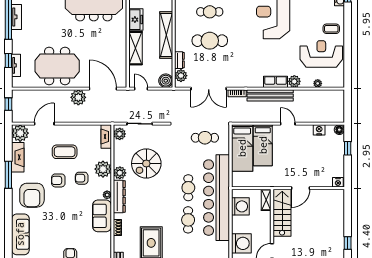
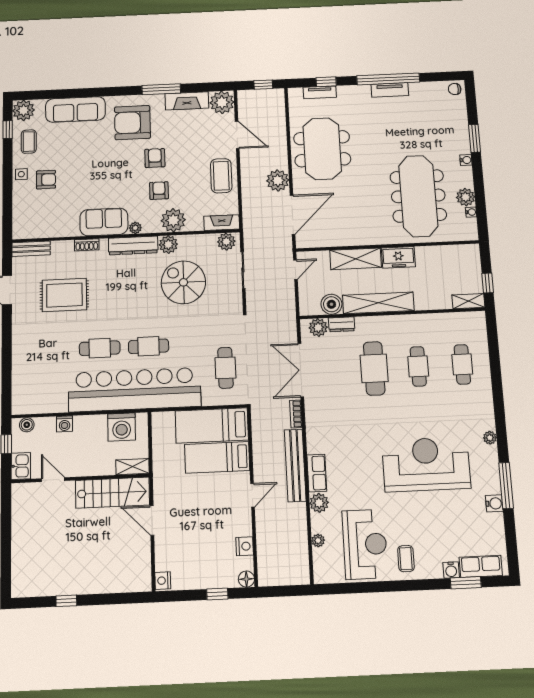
boiler: (166, 81) -> (331, 304), moved
coffee table: (65, 152) -> (221, 176), moved
washing machine: (241, 243) -> (65, 424), width x0.53, depth x0.53

